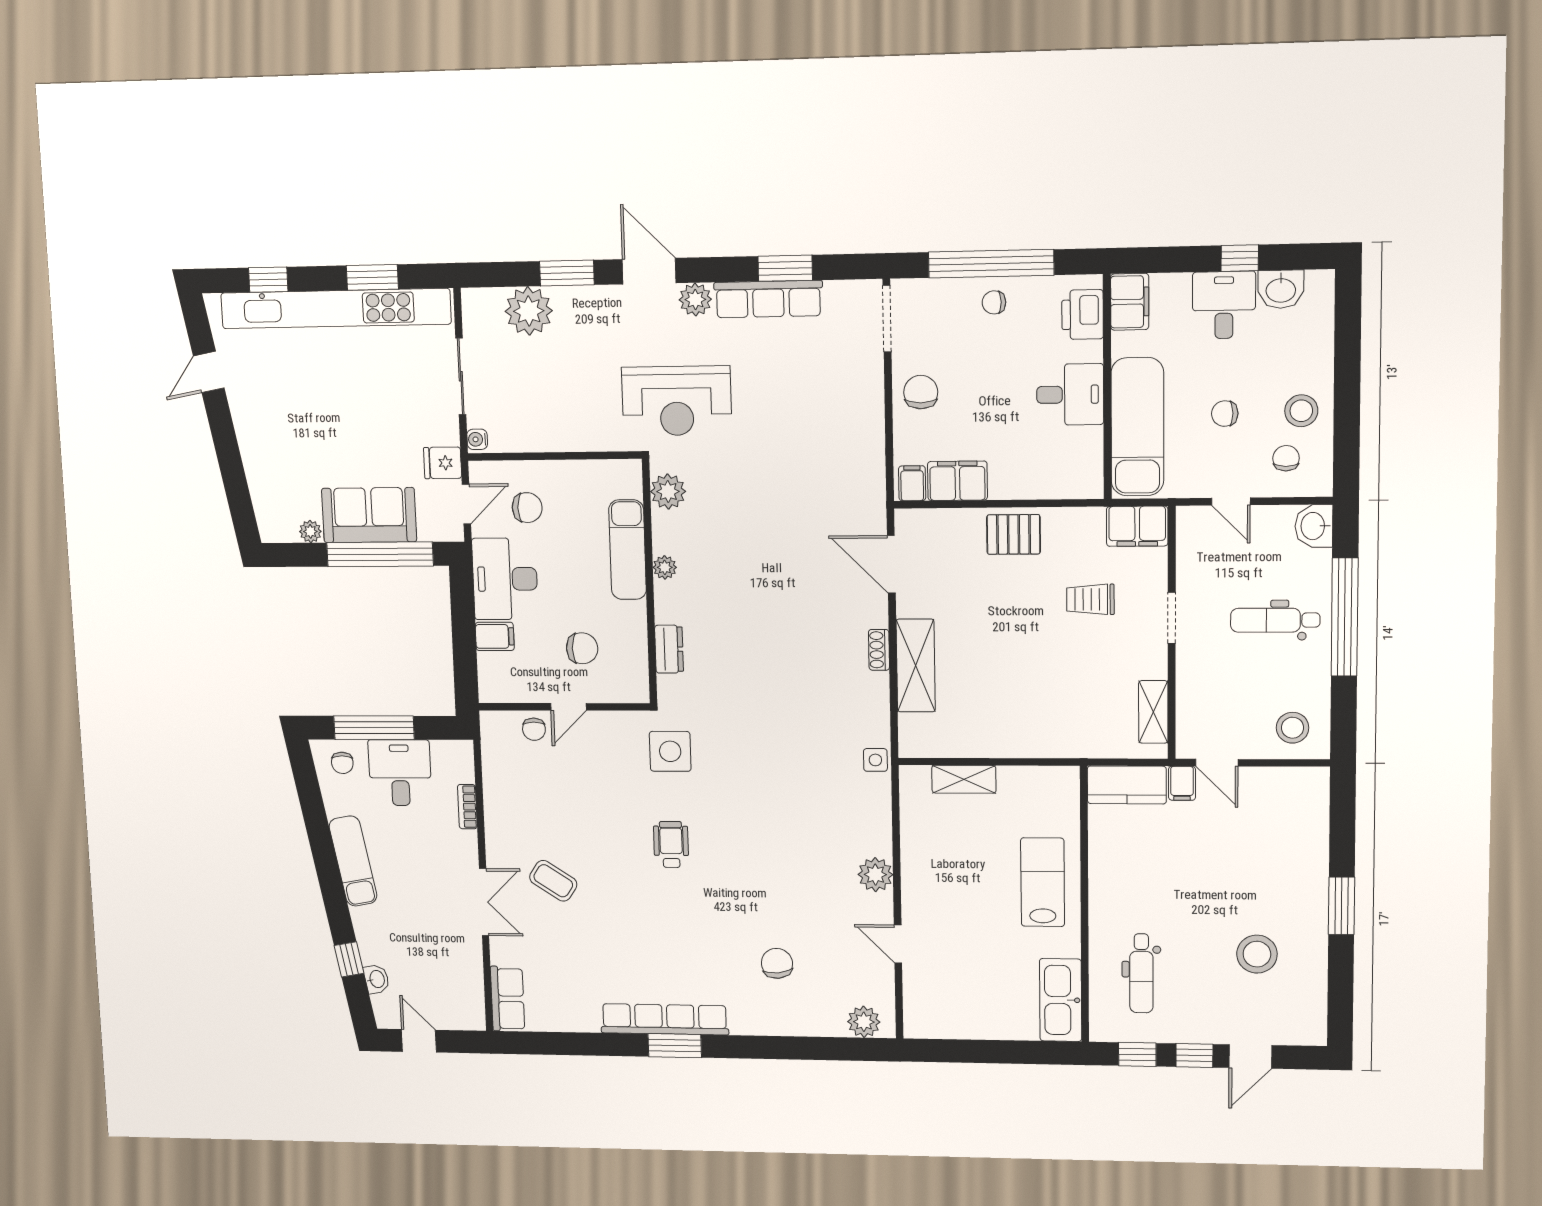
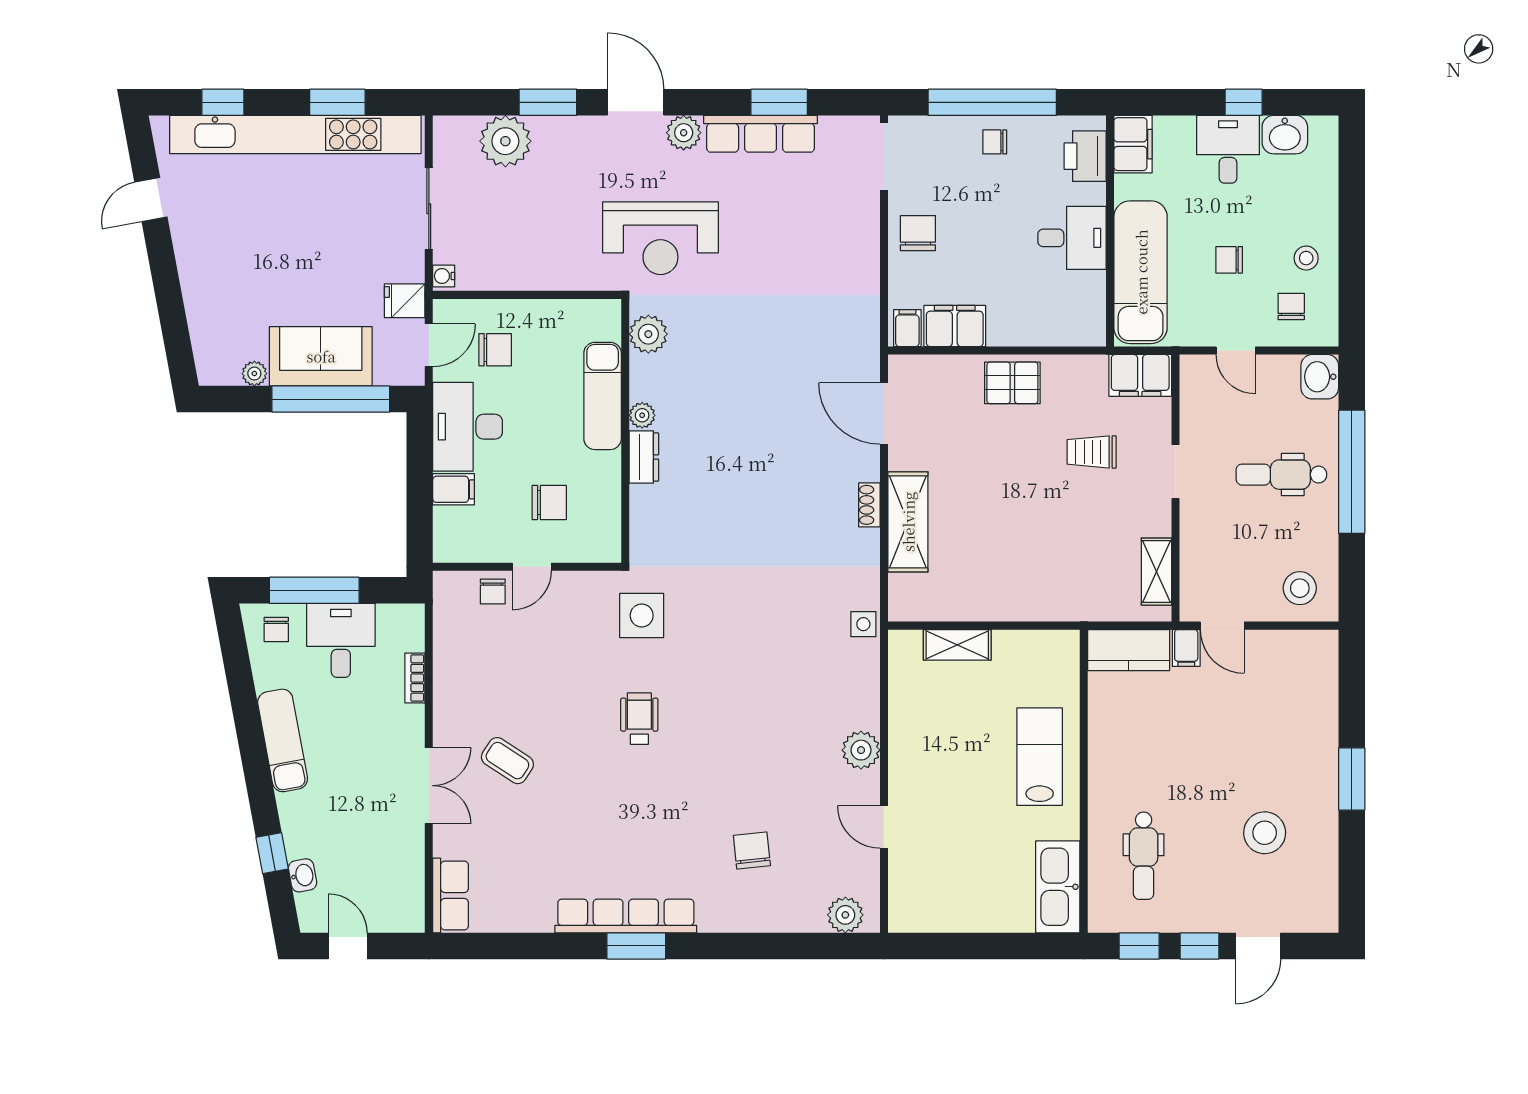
stool: (1301, 411) -> (1306, 258), width x0.73, depth x0.73
dresser: (669, 649) -> (644, 457), moved

